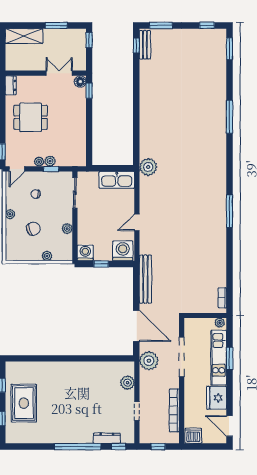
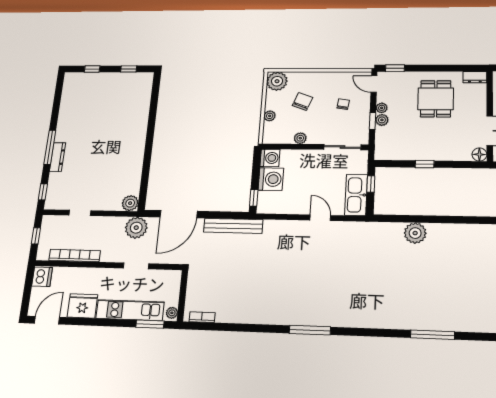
window: (89, 91) -> (425, 164), moved
plant: (148, 167) -> (415, 233), moved
window: (107, 168) -> (371, 184), added
plant: (10, 214) -> (277, 81), moved, width x1.88, depth x1.88
door: (137, 222) -> (320, 218), moved
chair: (33, 229) -> (302, 101), turned -139
washing machine: (123, 251) -> (271, 179), moved
window: (101, 264) -> (254, 198), moved
doorway: (182, 357) -> (136, 266), width x0.53
window: (230, 358) -> (150, 324), moved
plant: (127, 383) -> (130, 203), moved
rug: (24, 403) -> (106, 91), removed
dresser: (107, 438) -> (58, 157), moved
window: (78, 447) -> (50, 147), width x0.68

